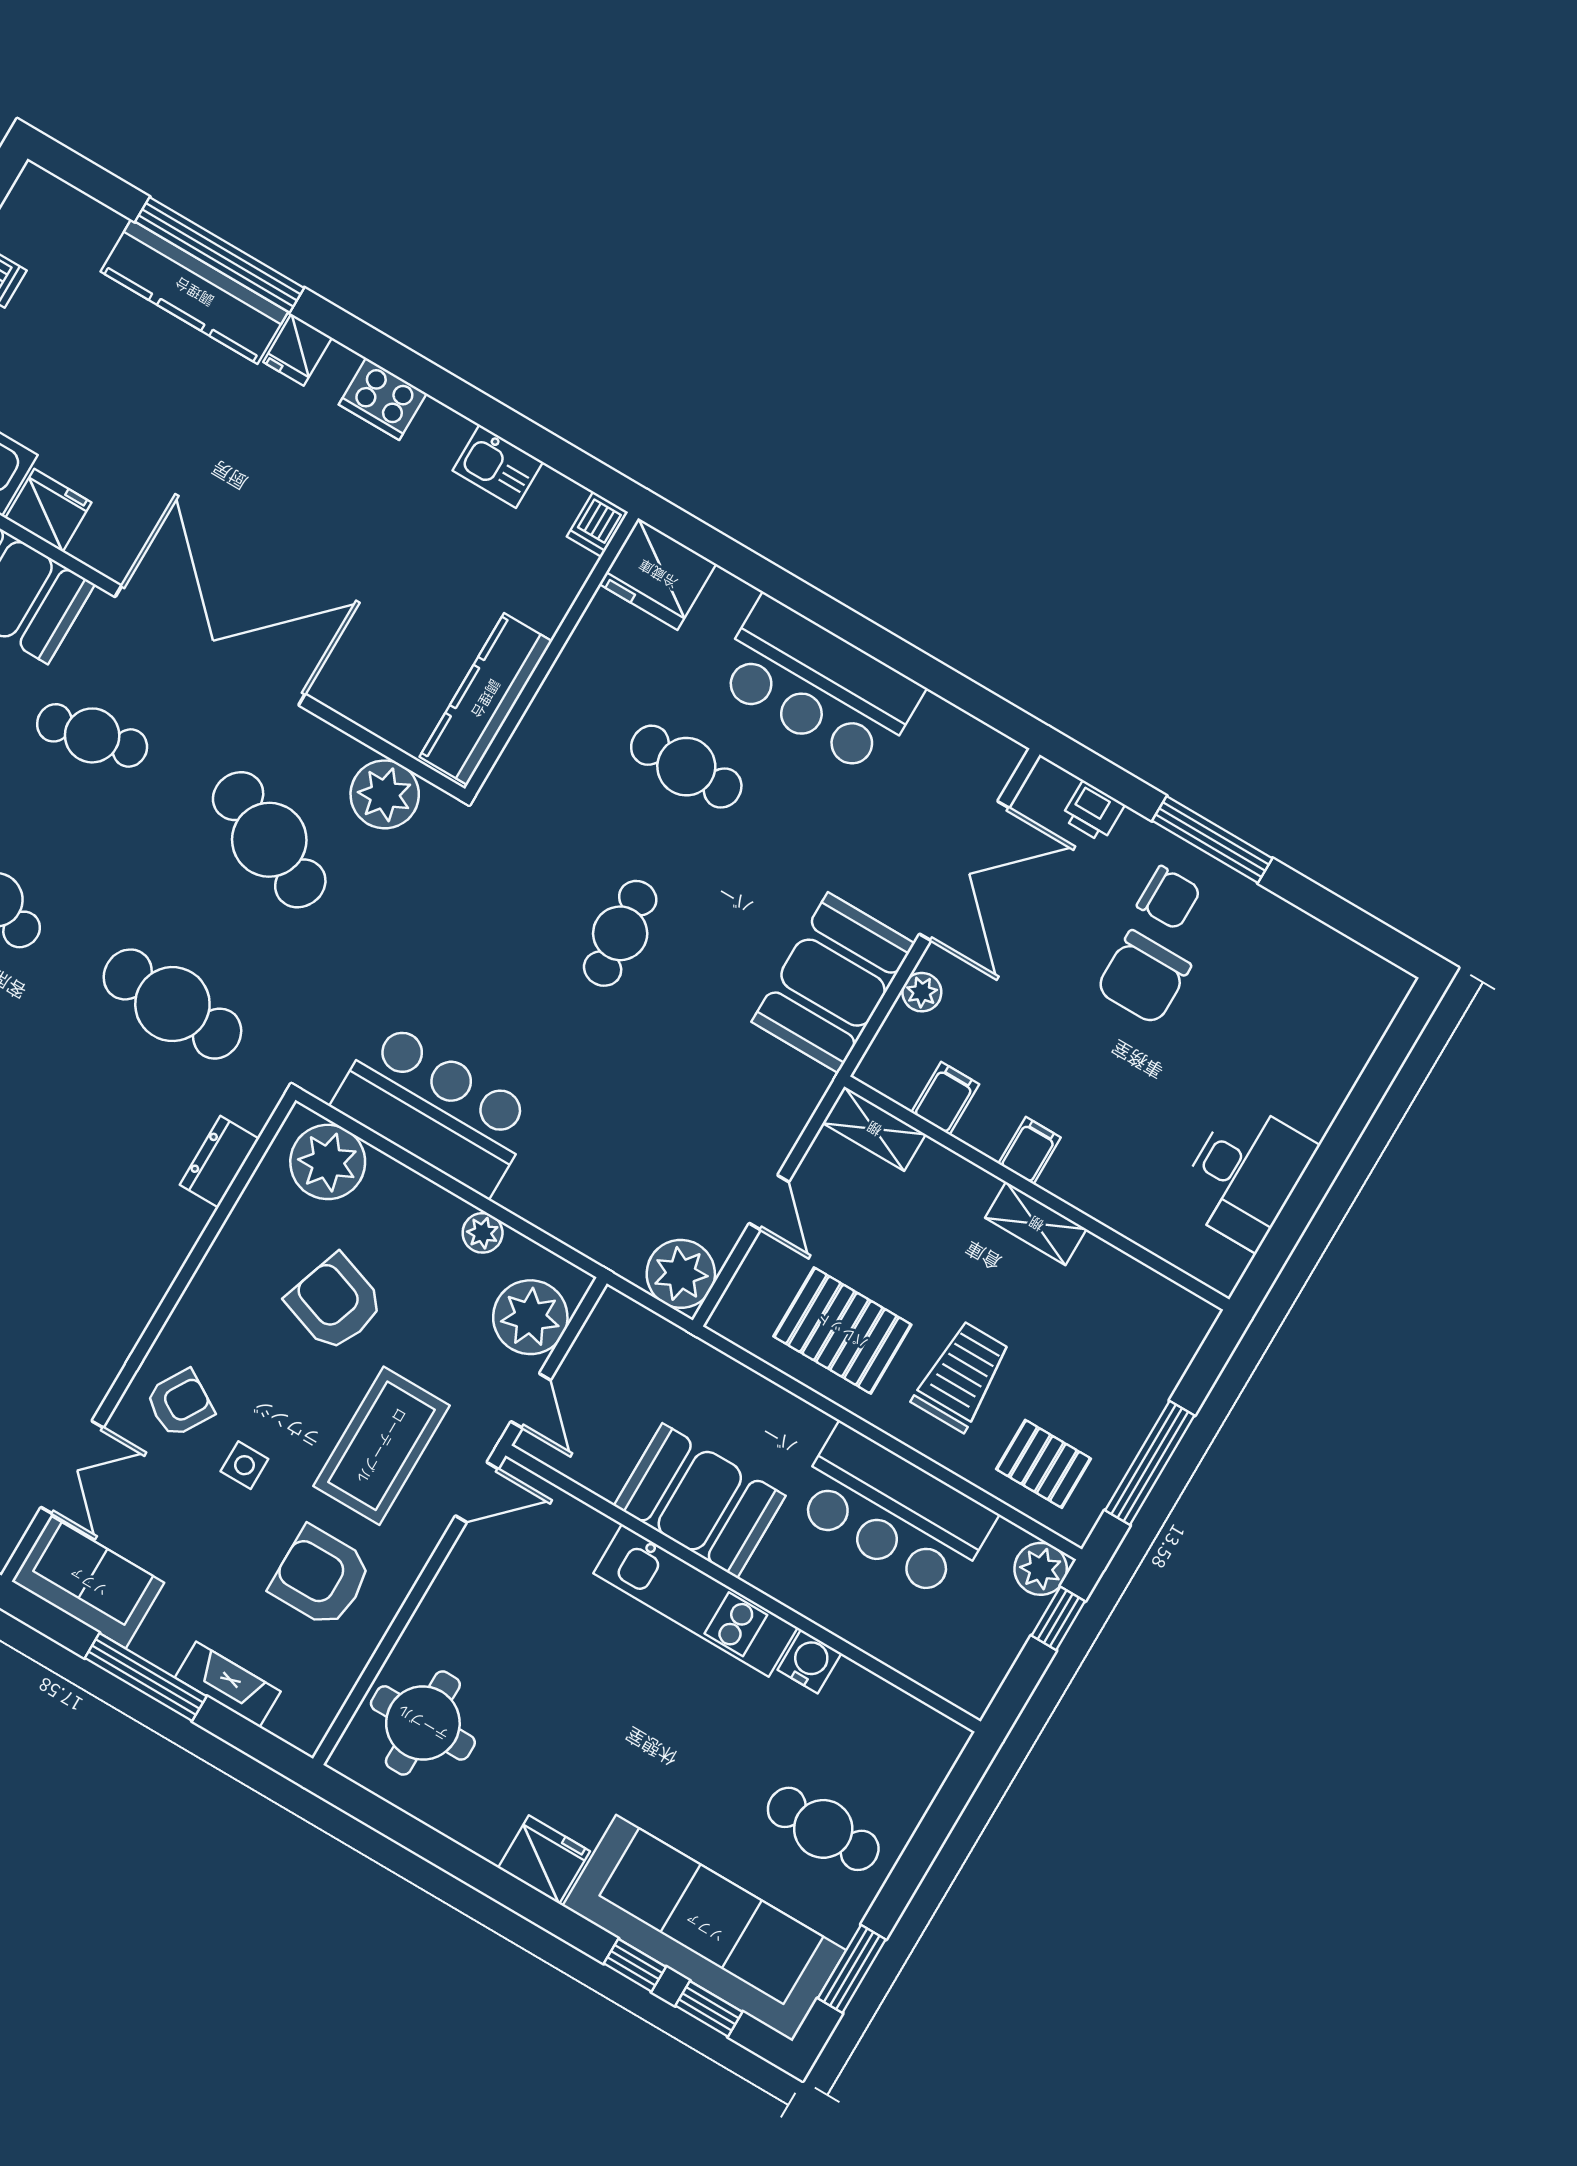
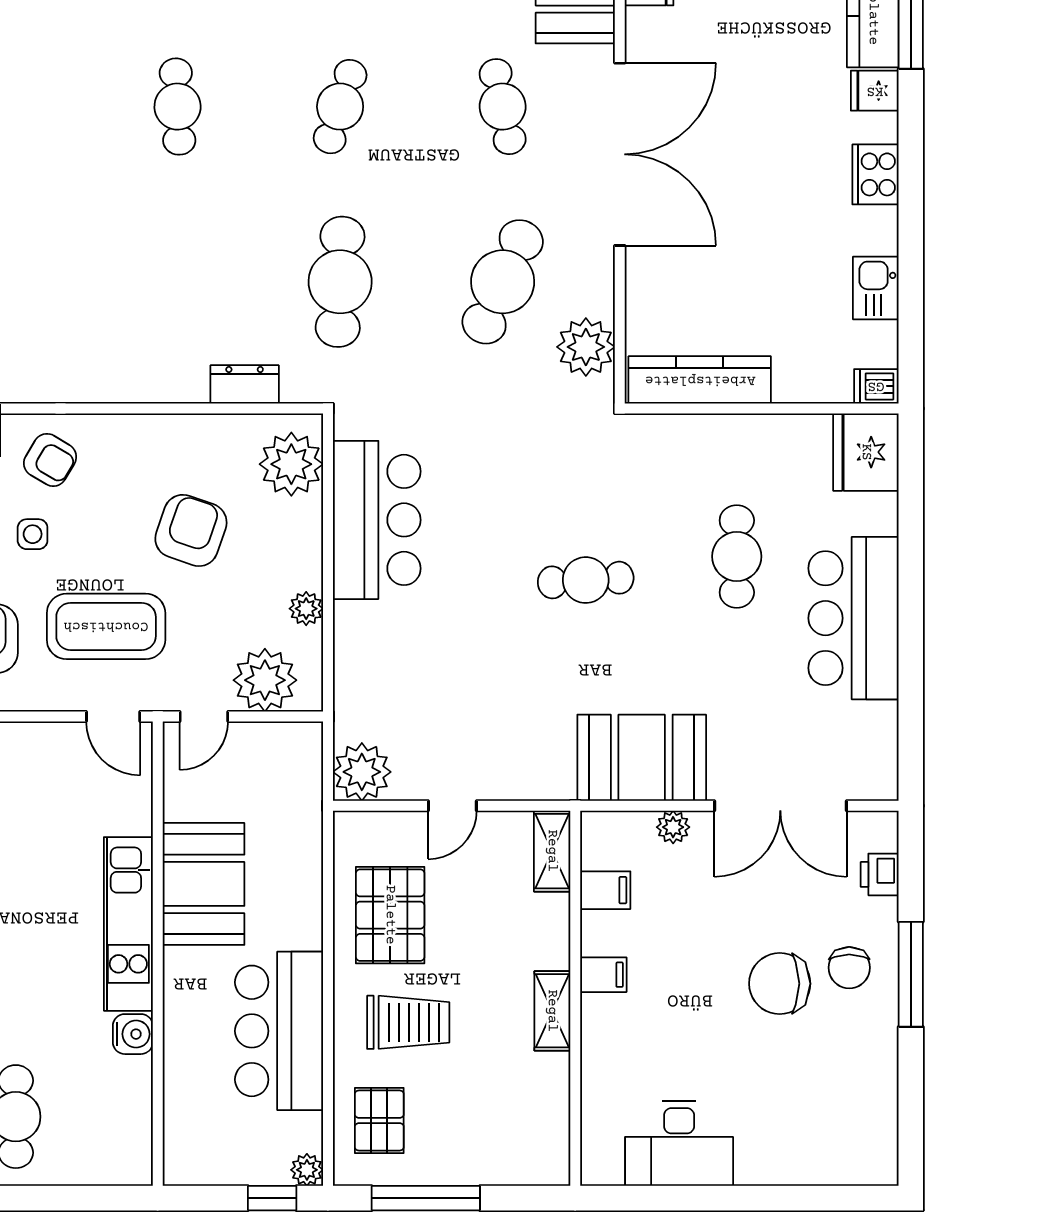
plant: (1041, 1569) -> (307, 1170), width x0.73, depth x0.73

